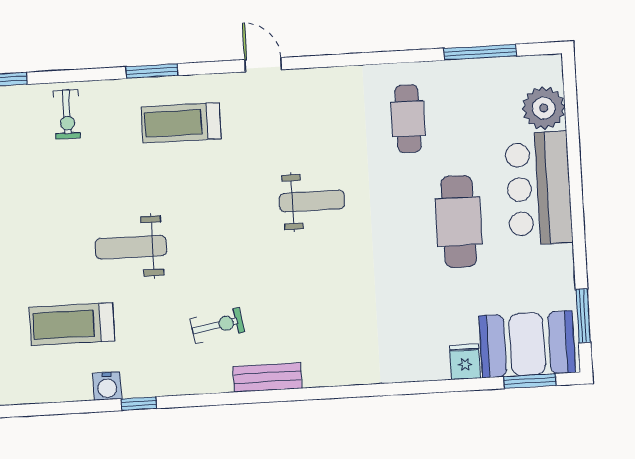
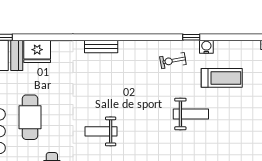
exercise bike: (217, 325) -> (173, 61), moved
fridge: (465, 362) -> (37, 51), width x1.88, depth x1.34
bench: (267, 377) -> (101, 46), moved

